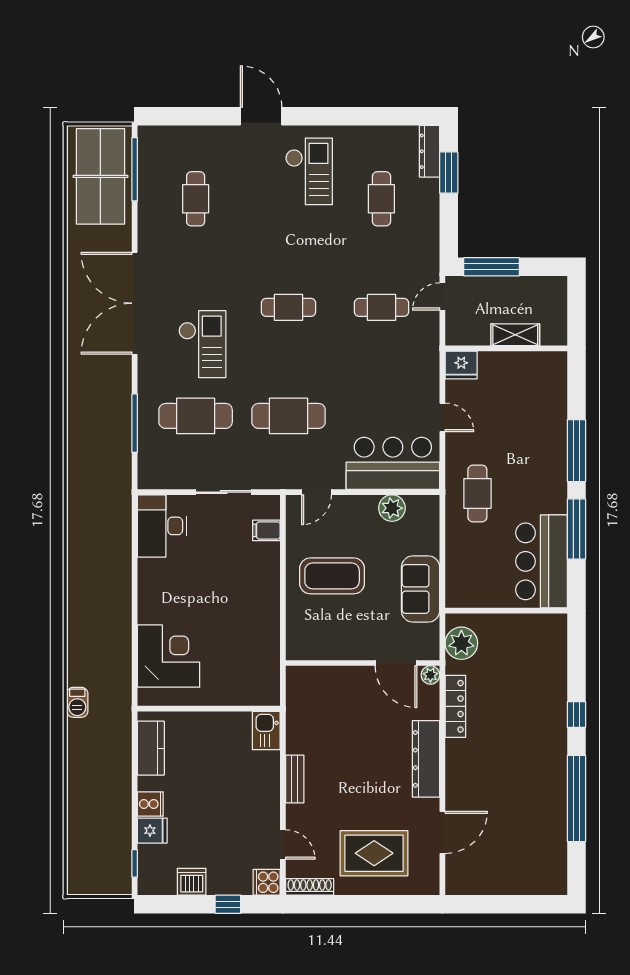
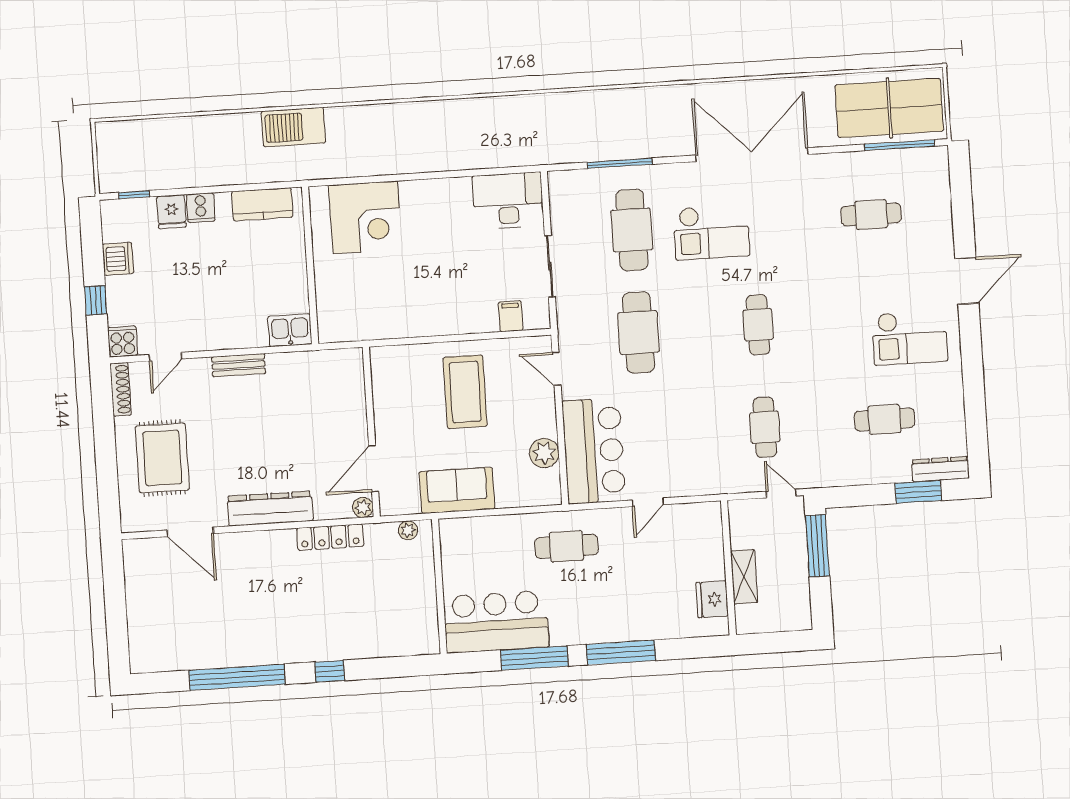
fridge: (461, 365) -> (712, 599), moved
plant: (461, 643) -> (408, 530), width x0.53, depth x0.53
barbecue: (77, 702) -> (293, 127), width x1.88, depth x1.53

